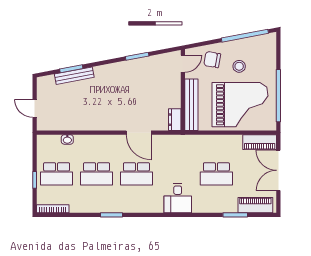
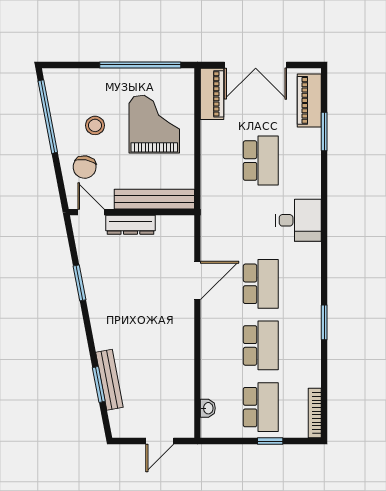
grand piano: (240, 105) -> (154, 124), width x0.73, depth x0.68
dresser: (175, 120) -> (130, 225), moved, width x1.44
washbasin: (67, 139) -> (208, 408), moved

